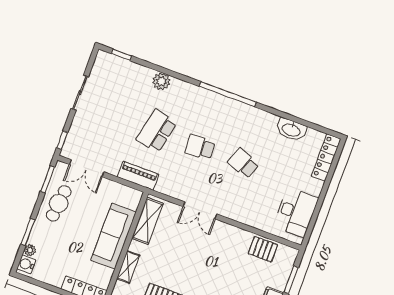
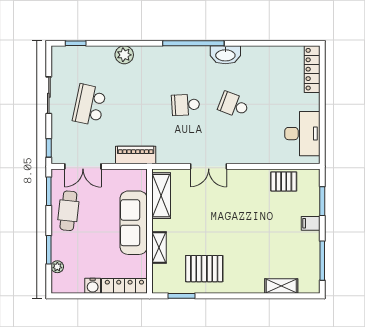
washbasin: (291, 130) -> (225, 55), moved
school desk: (157, 131) -> (89, 105), moved
water cooler: (26, 264) -> (93, 286), moved, turned -90

